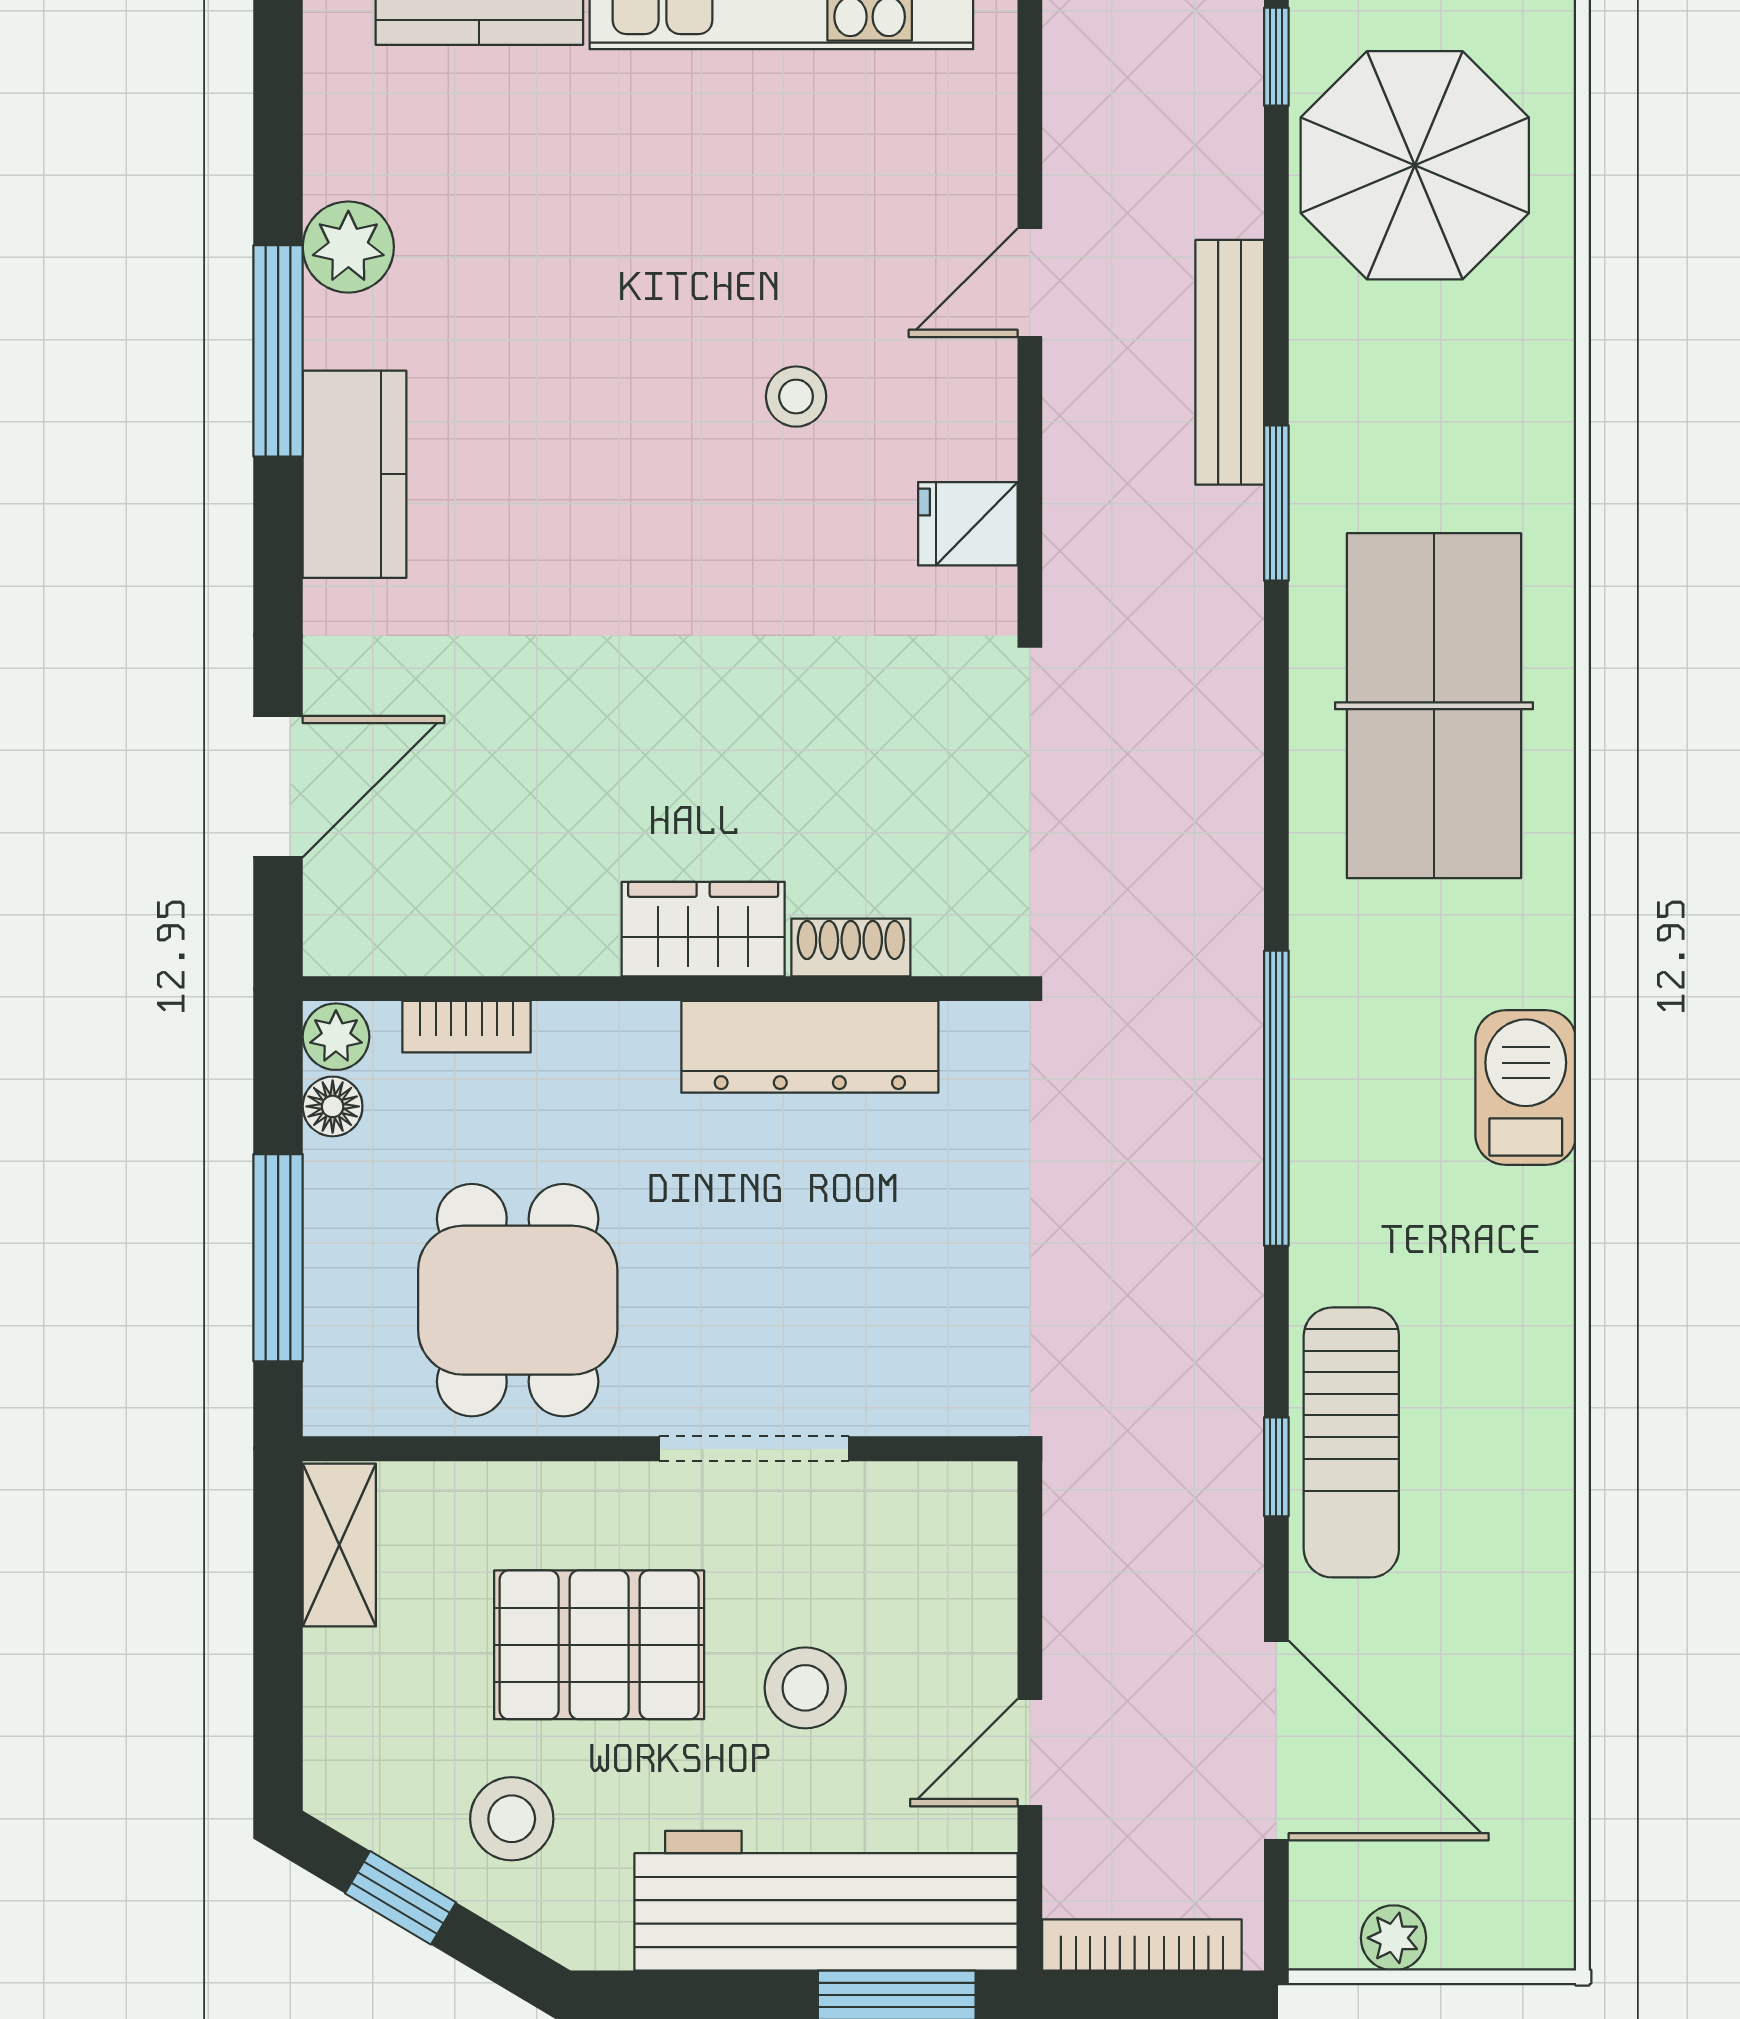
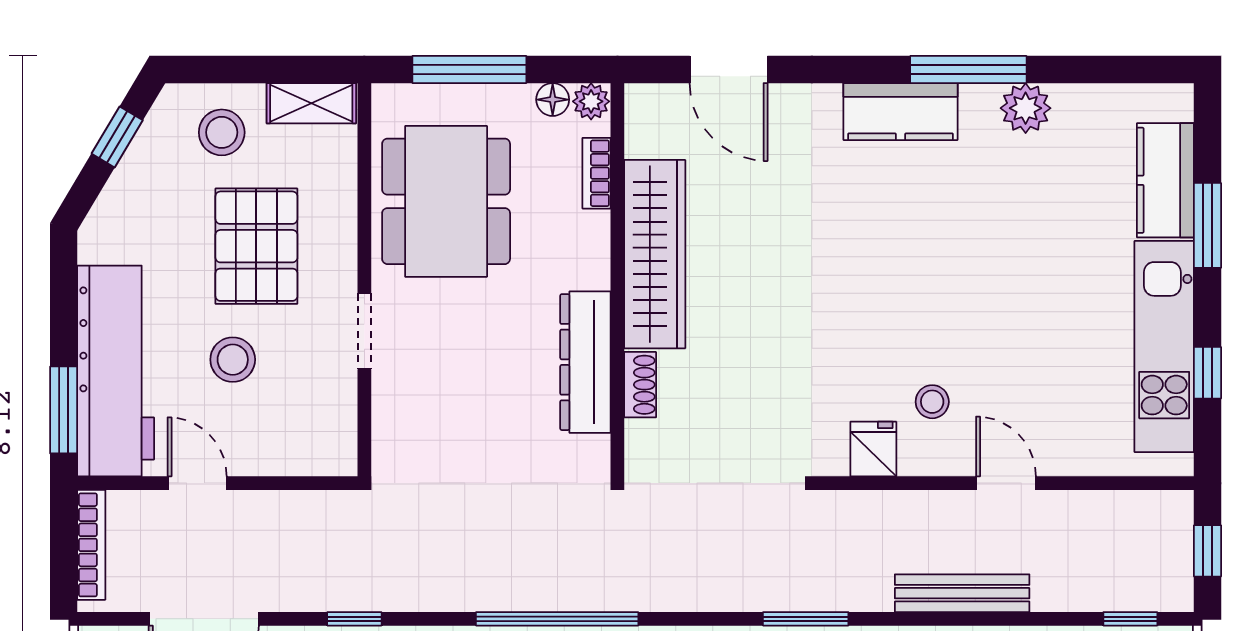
stool: (796, 397) -> (932, 402), moved
window: (1276, 503) -> (806, 619), moved
wardrobe: (703, 929) -> (655, 254), width x2.10, depth x1.17
dining table: (518, 1300) -> (446, 201), width x1.38
doorway: (754, 1449) -> (364, 331), width x0.73
stool: (512, 1819) -> (222, 132), moved

